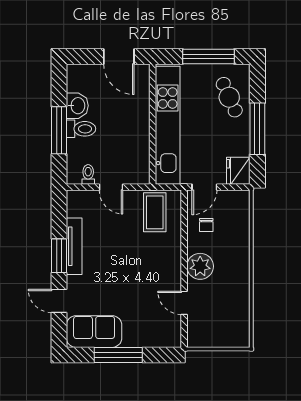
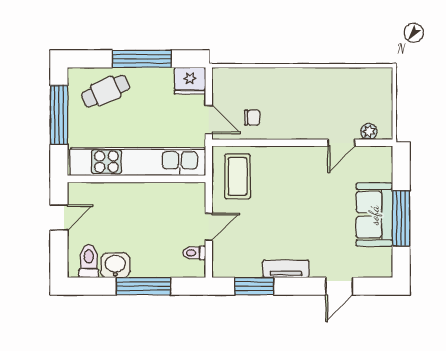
door: (119, 57) -> (59, 218), width x0.73
toilet: (81, 129) -> (89, 261), moved
coffee table: (155, 212) -> (238, 176), turned 90
tv unit: (74, 246) -> (286, 269), width x0.71
window: (59, 256) -> (254, 286), moved
plant: (200, 266) -> (369, 132), moved, width x0.53, depth x0.53
sofa: (94, 332) -> (374, 215), moved

